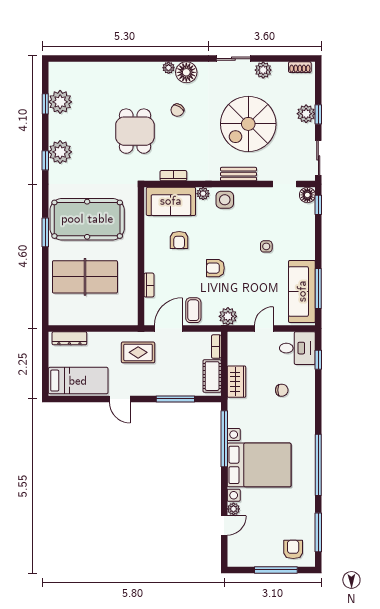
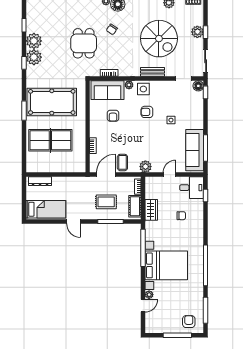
plant: (60, 102) -> (34, 41), moved
spiral stairs: (248, 124) -> (159, 39), turned -90
armchair: (215, 268) -> (147, 112), moved
rug: (138, 352) -> (106, 202), moved

